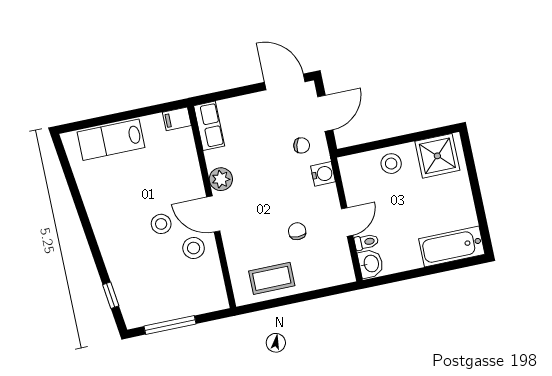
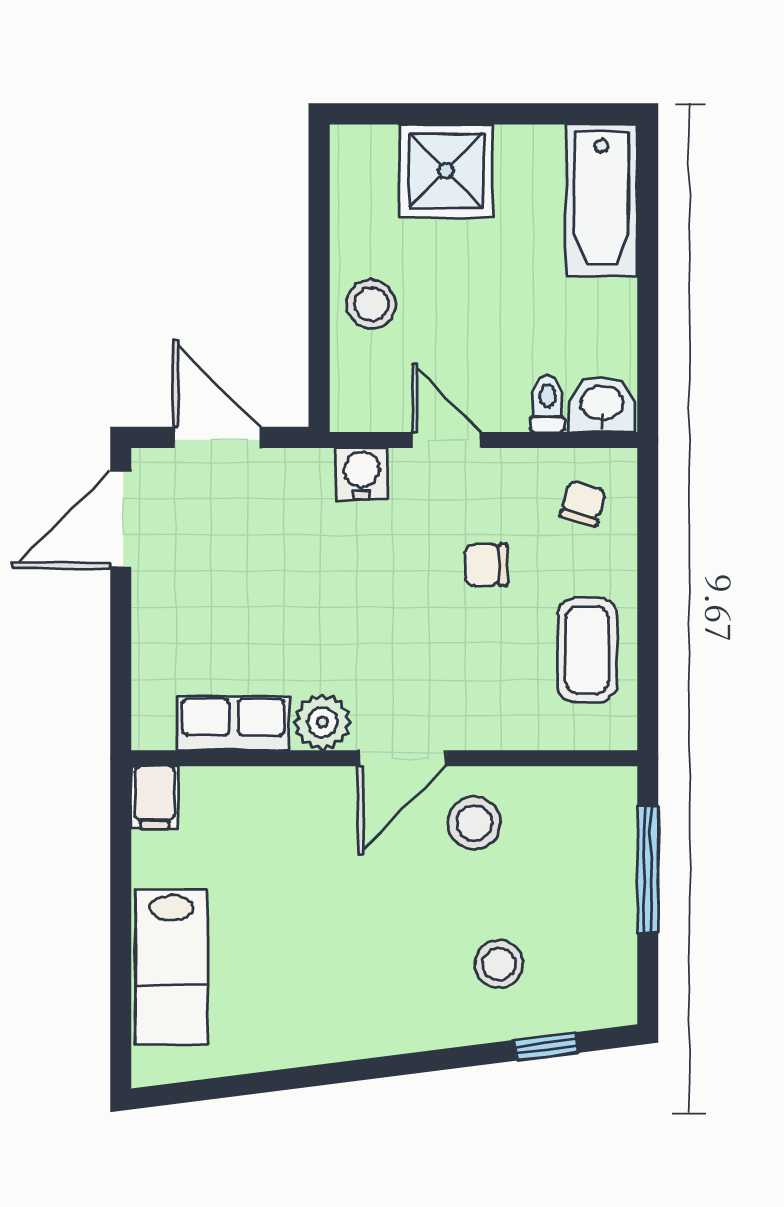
row of seats: (209, 126) -> (233, 723), moved
chair: (302, 145) -> (583, 503), moved
shower: (437, 156) -> (446, 171), moved
door: (347, 222) -> (447, 440), moved
stool: (161, 224) -> (499, 964), moved
window: (170, 325) -> (648, 869), moved

